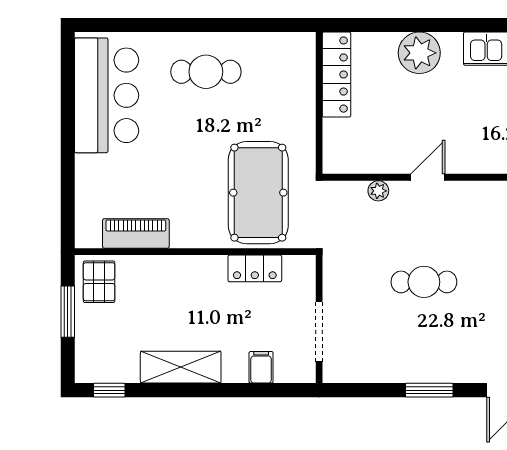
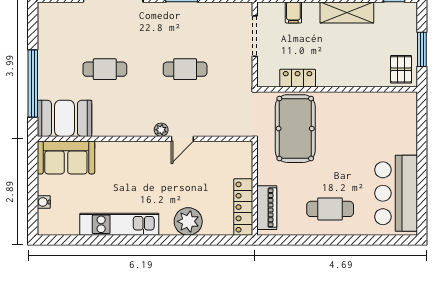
plant: (378, 191) -> (161, 130), moved
piano: (136, 233) -> (267, 208), moved, turned -90

